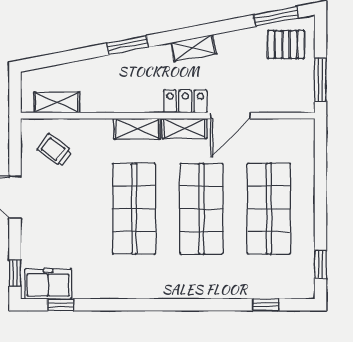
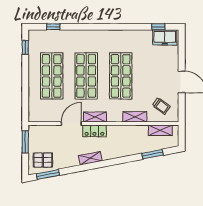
window: (128, 45) -> (153, 154), moved
shelving: (137, 129) -> (135, 117), moved
window: (15, 273) -> (182, 43), removed

